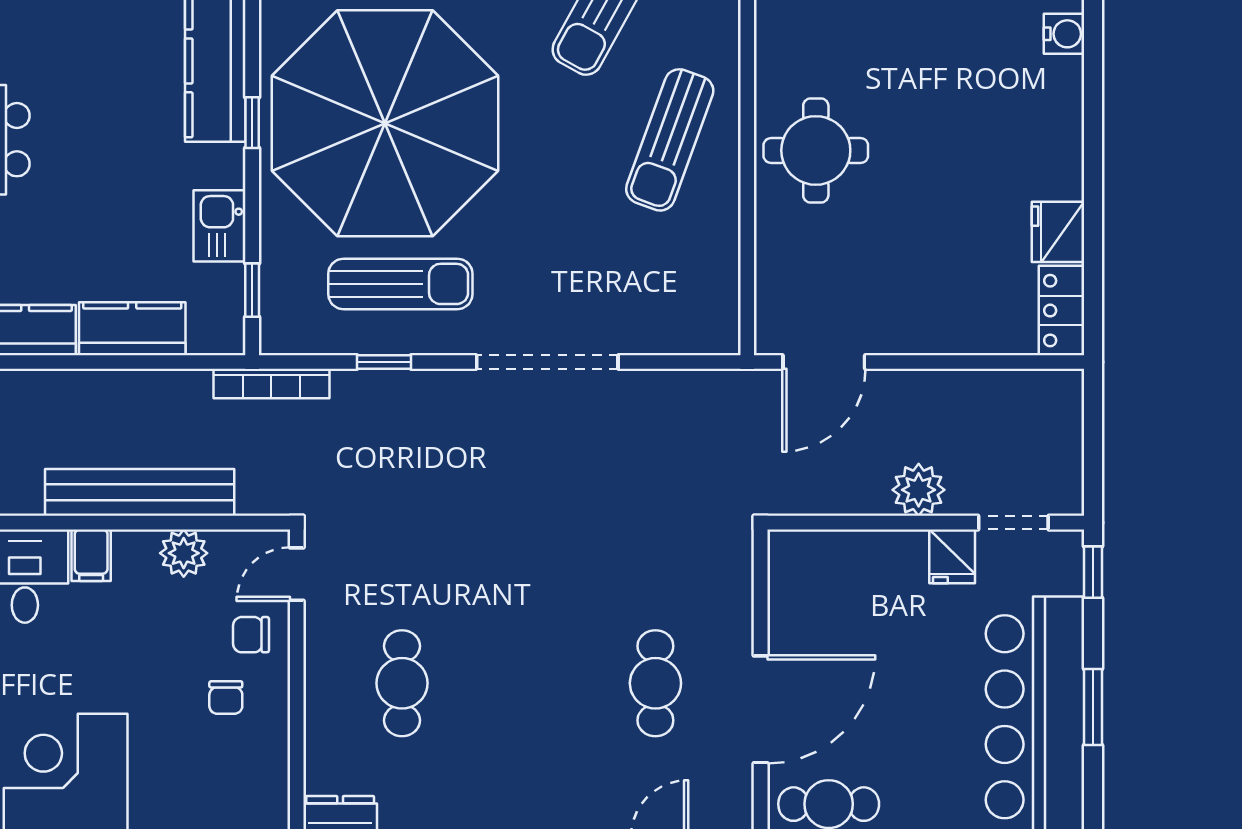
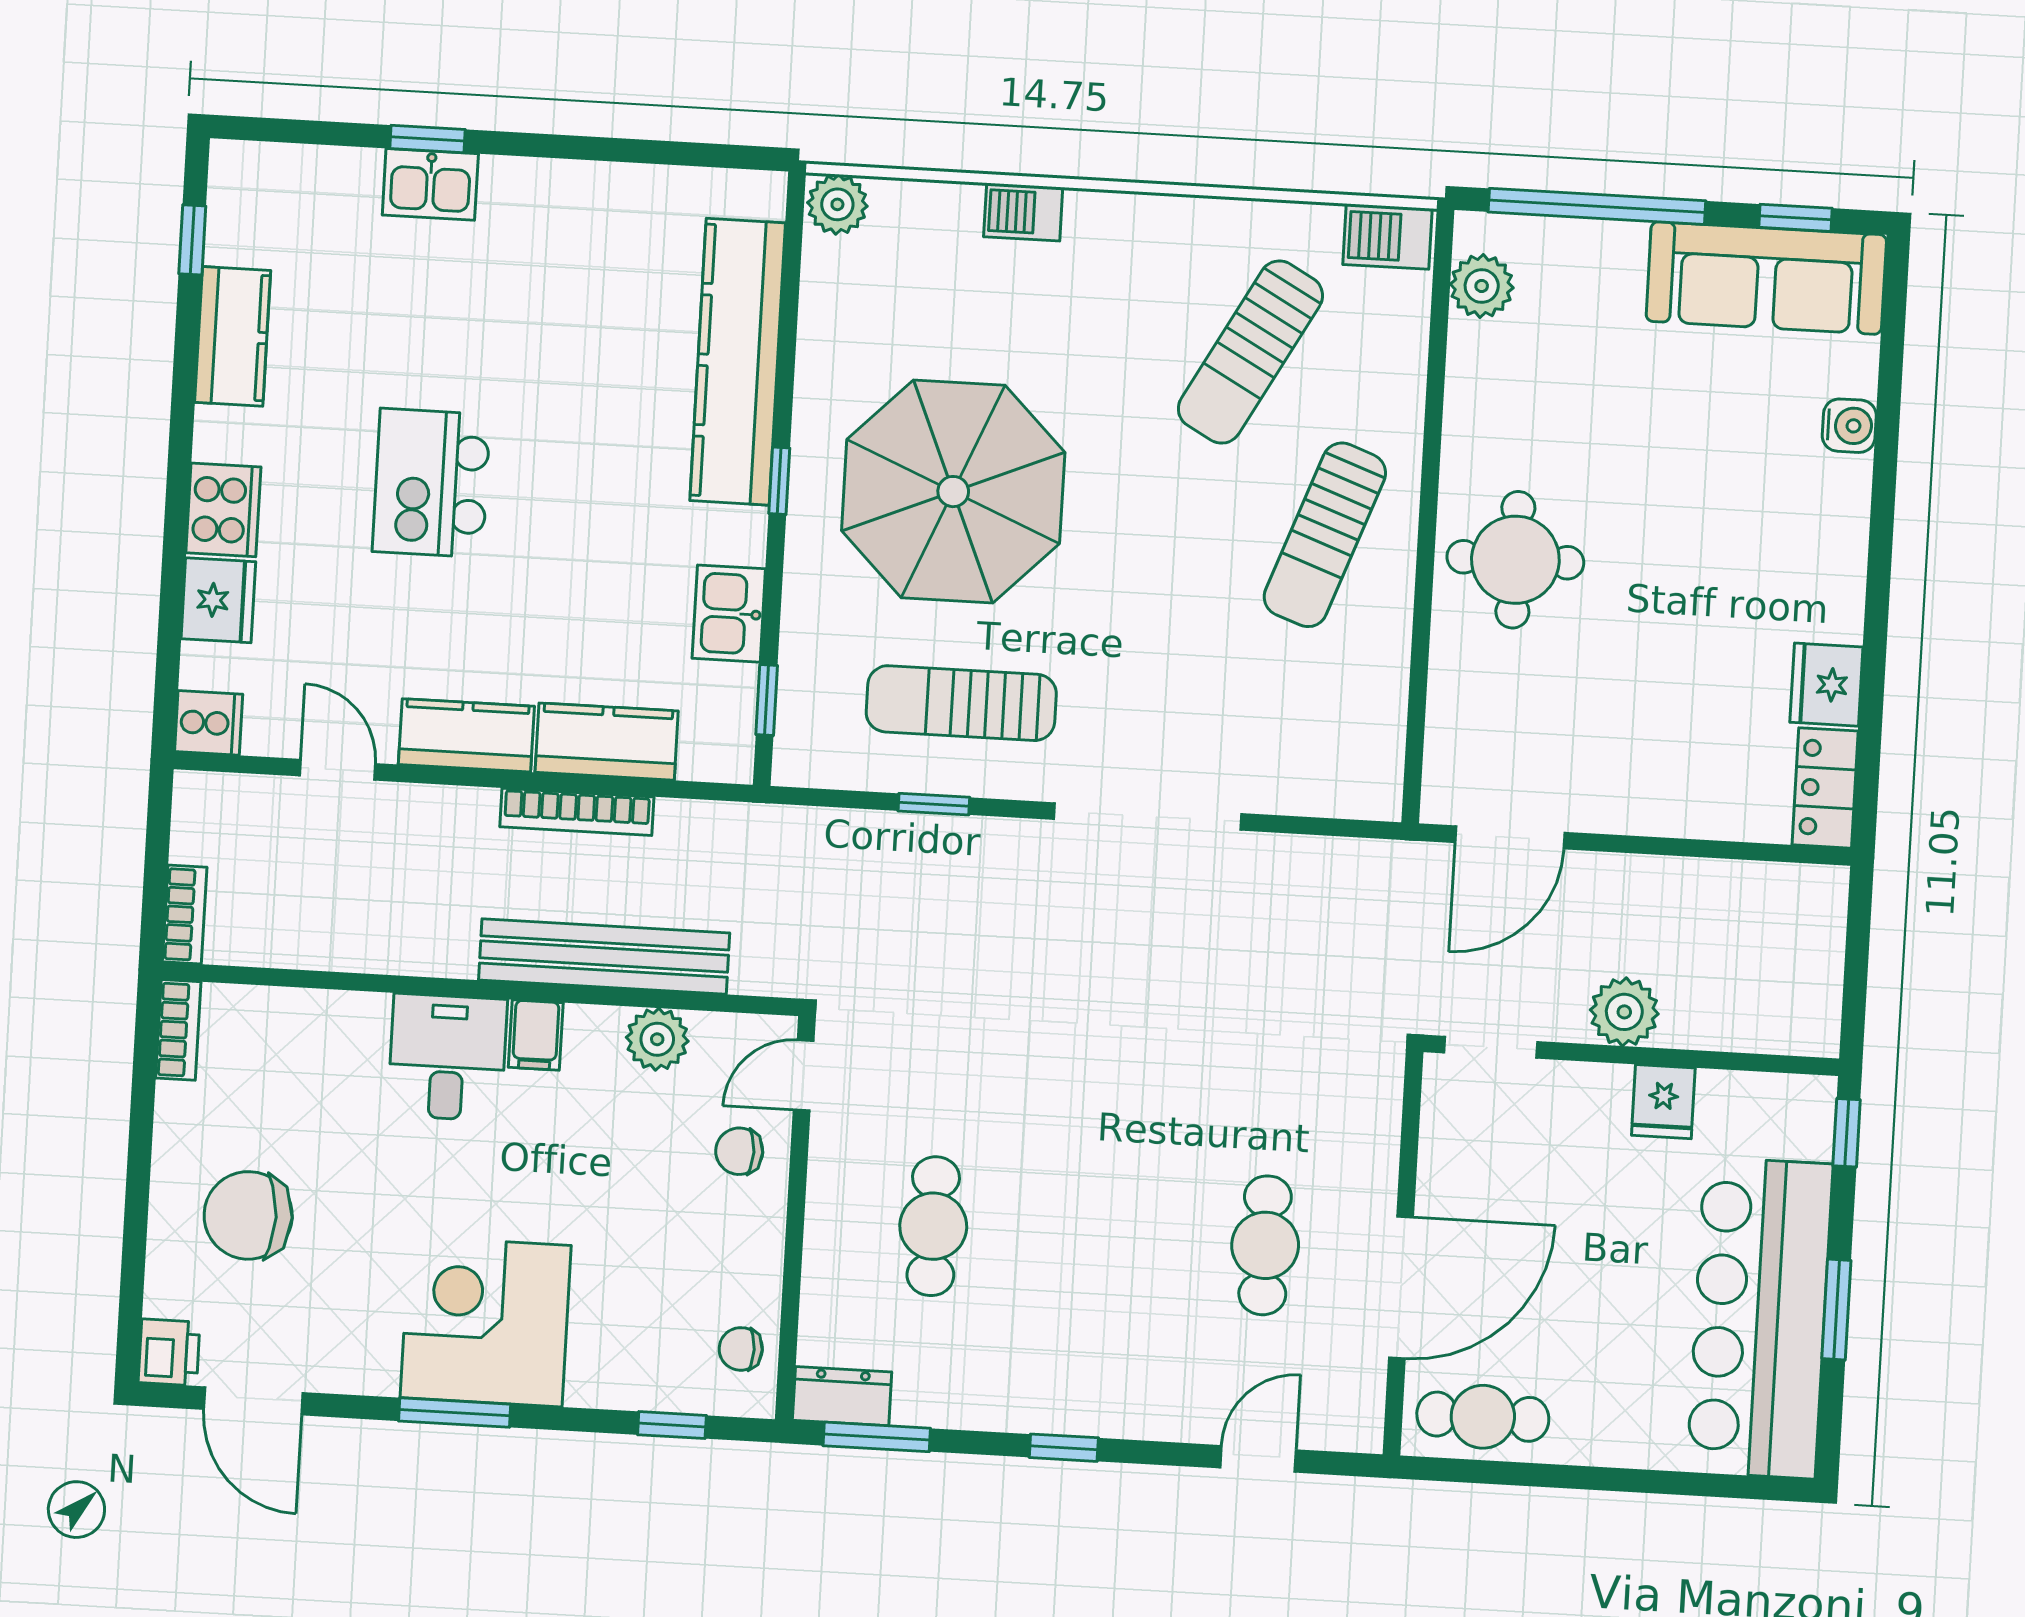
parasol: (385, 123) -> (953, 492), width x0.73, depth x0.73
sun lounger: (400, 284) -> (961, 703), turned 180
bookcase: (271, 384) -> (577, 812), moved
doorway: (1013, 523) -> (1491, 1047), moved
chair: (226, 697) -> (741, 1349), moved, turned 90

